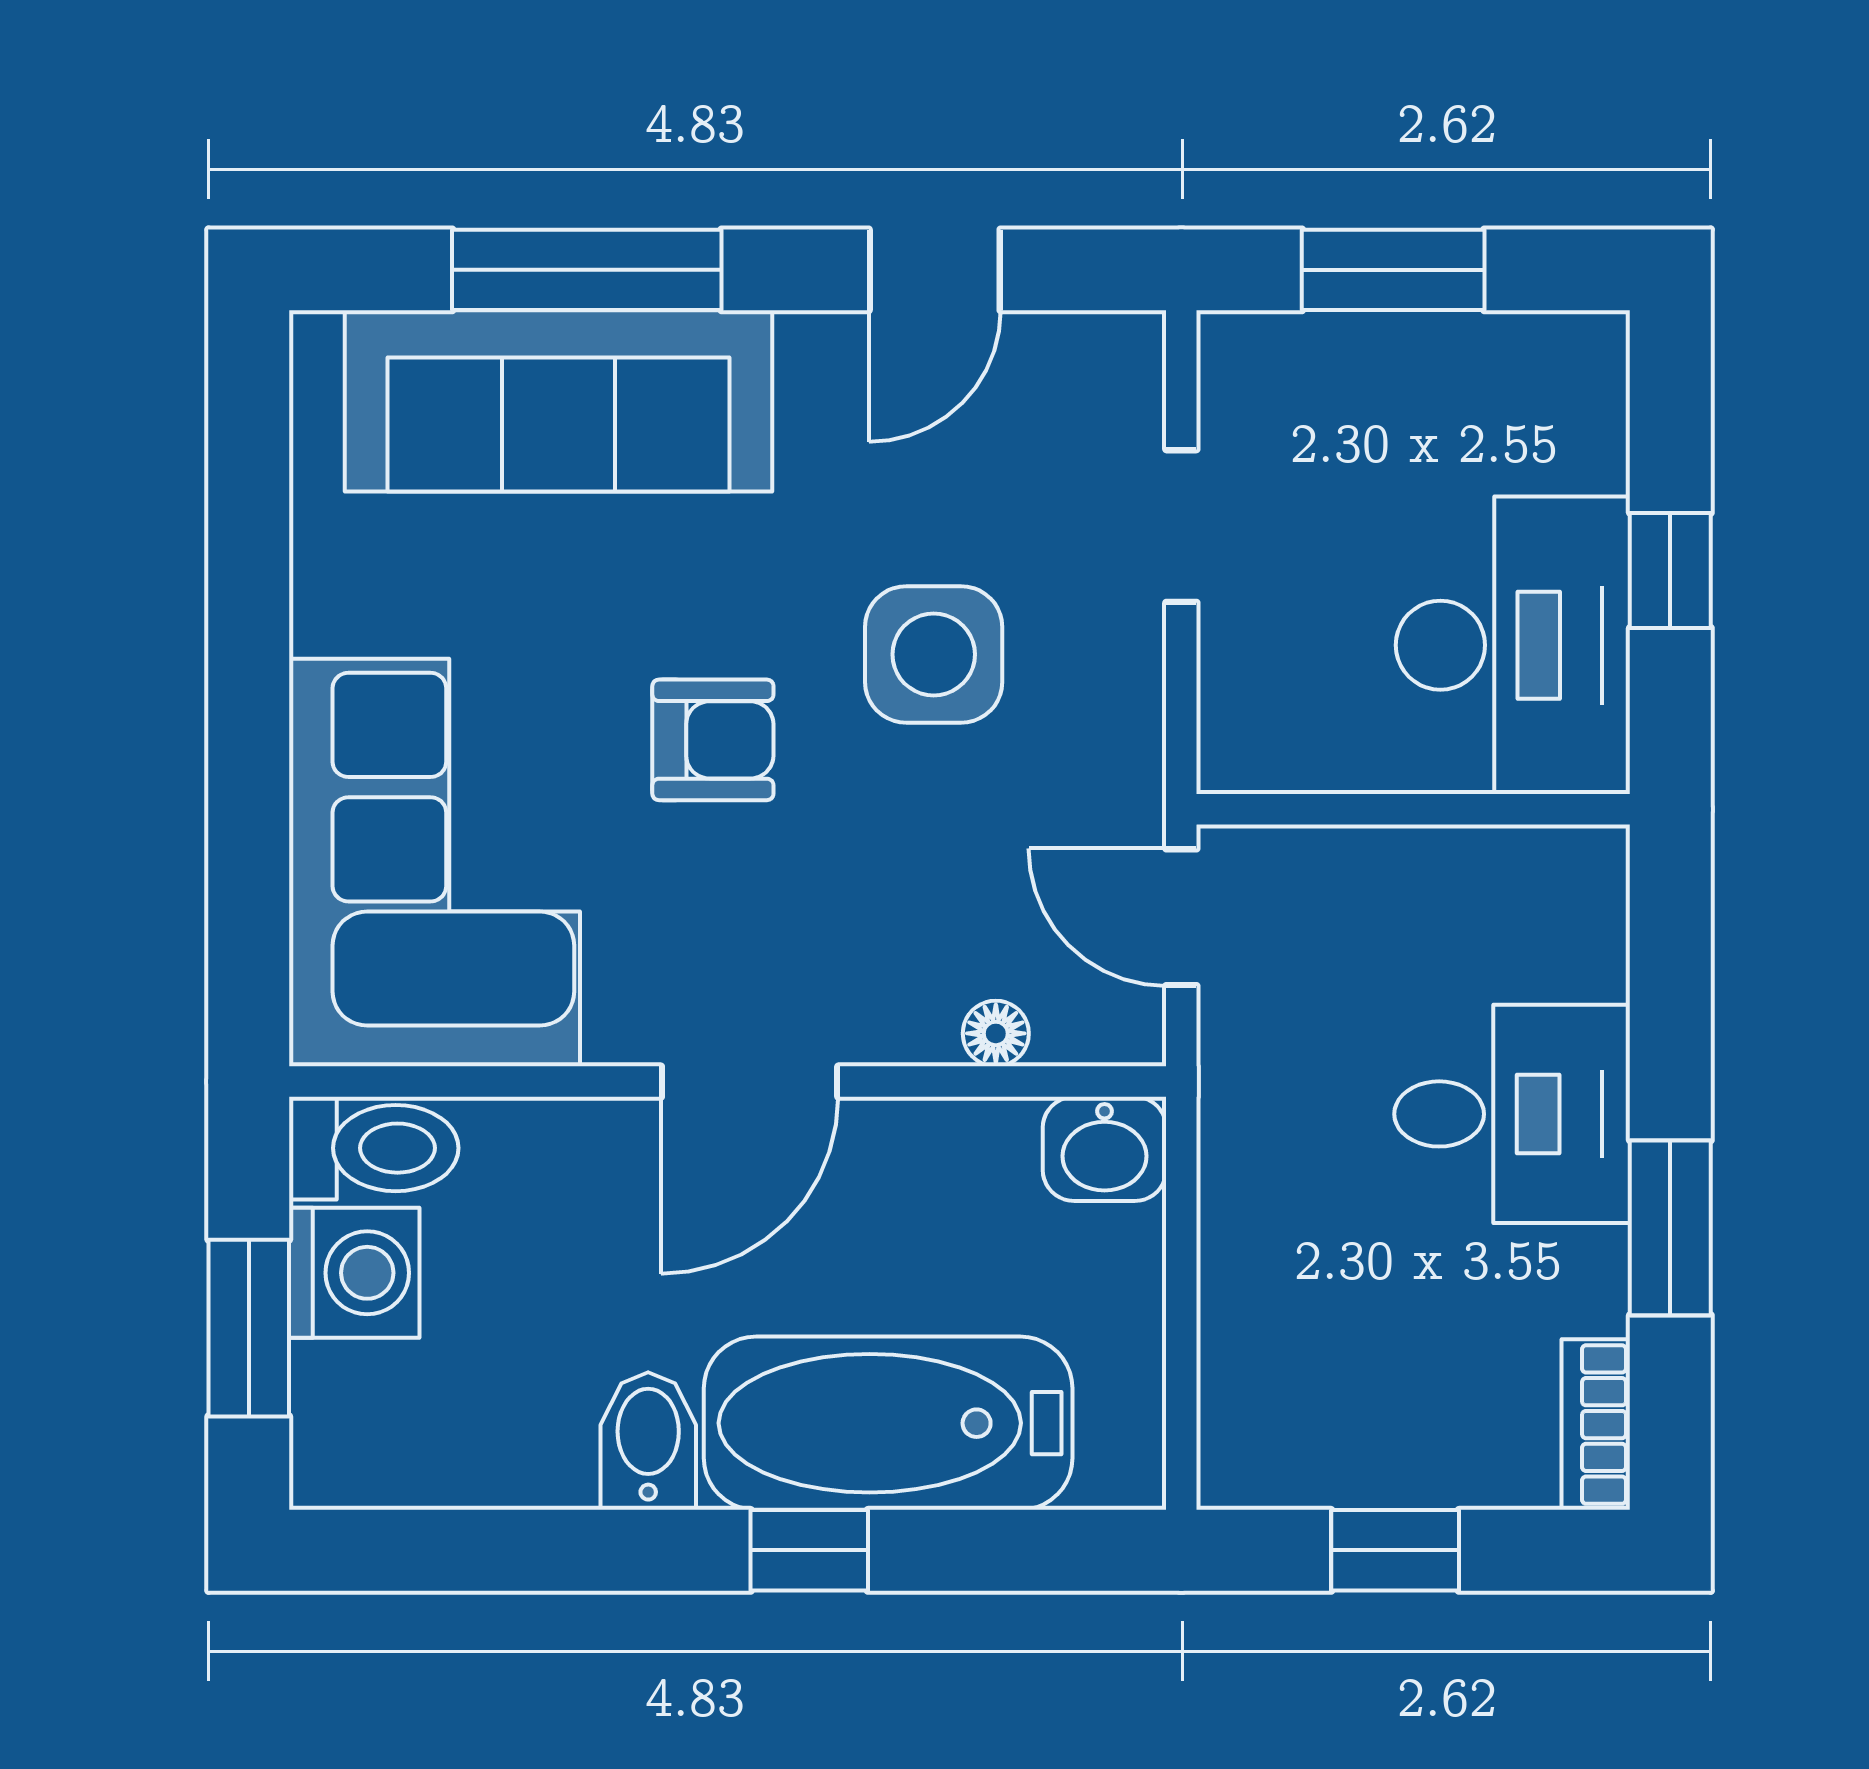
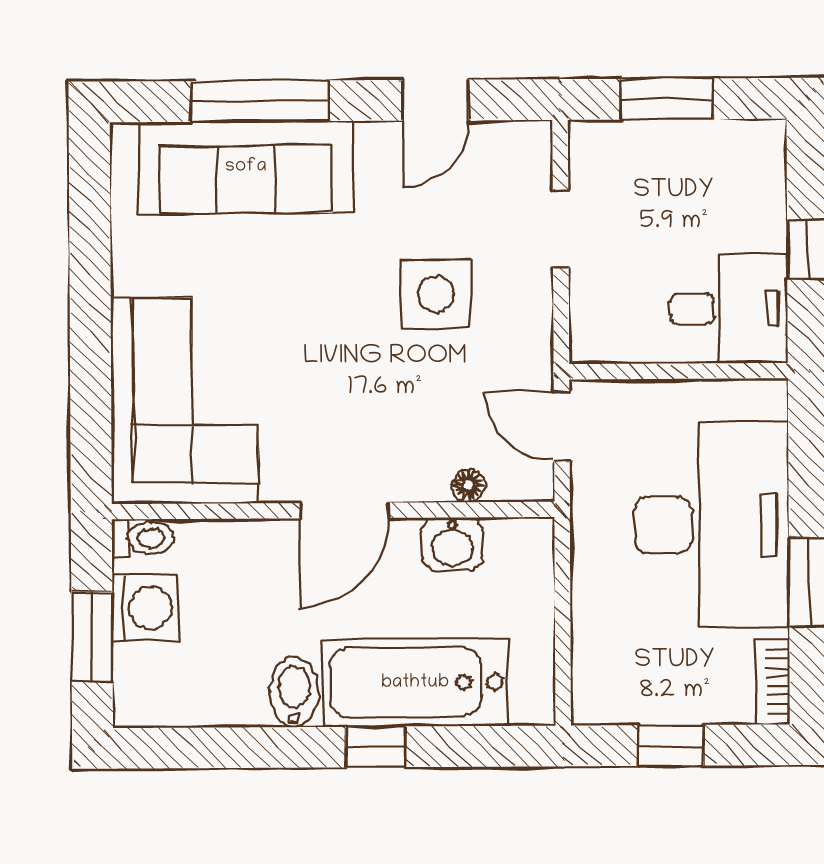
desk: (1513, 645) -> (729, 309), width x0.73
armchair: (713, 740) -> (325, 338), removed
desk: (1512, 1114) -> (711, 525), width x1.87, depth x1.30
toilet: (374, 1148) -> (143, 538), width x0.73, depth x0.72
washbasin: (1105, 1149) -> (452, 544), moved

